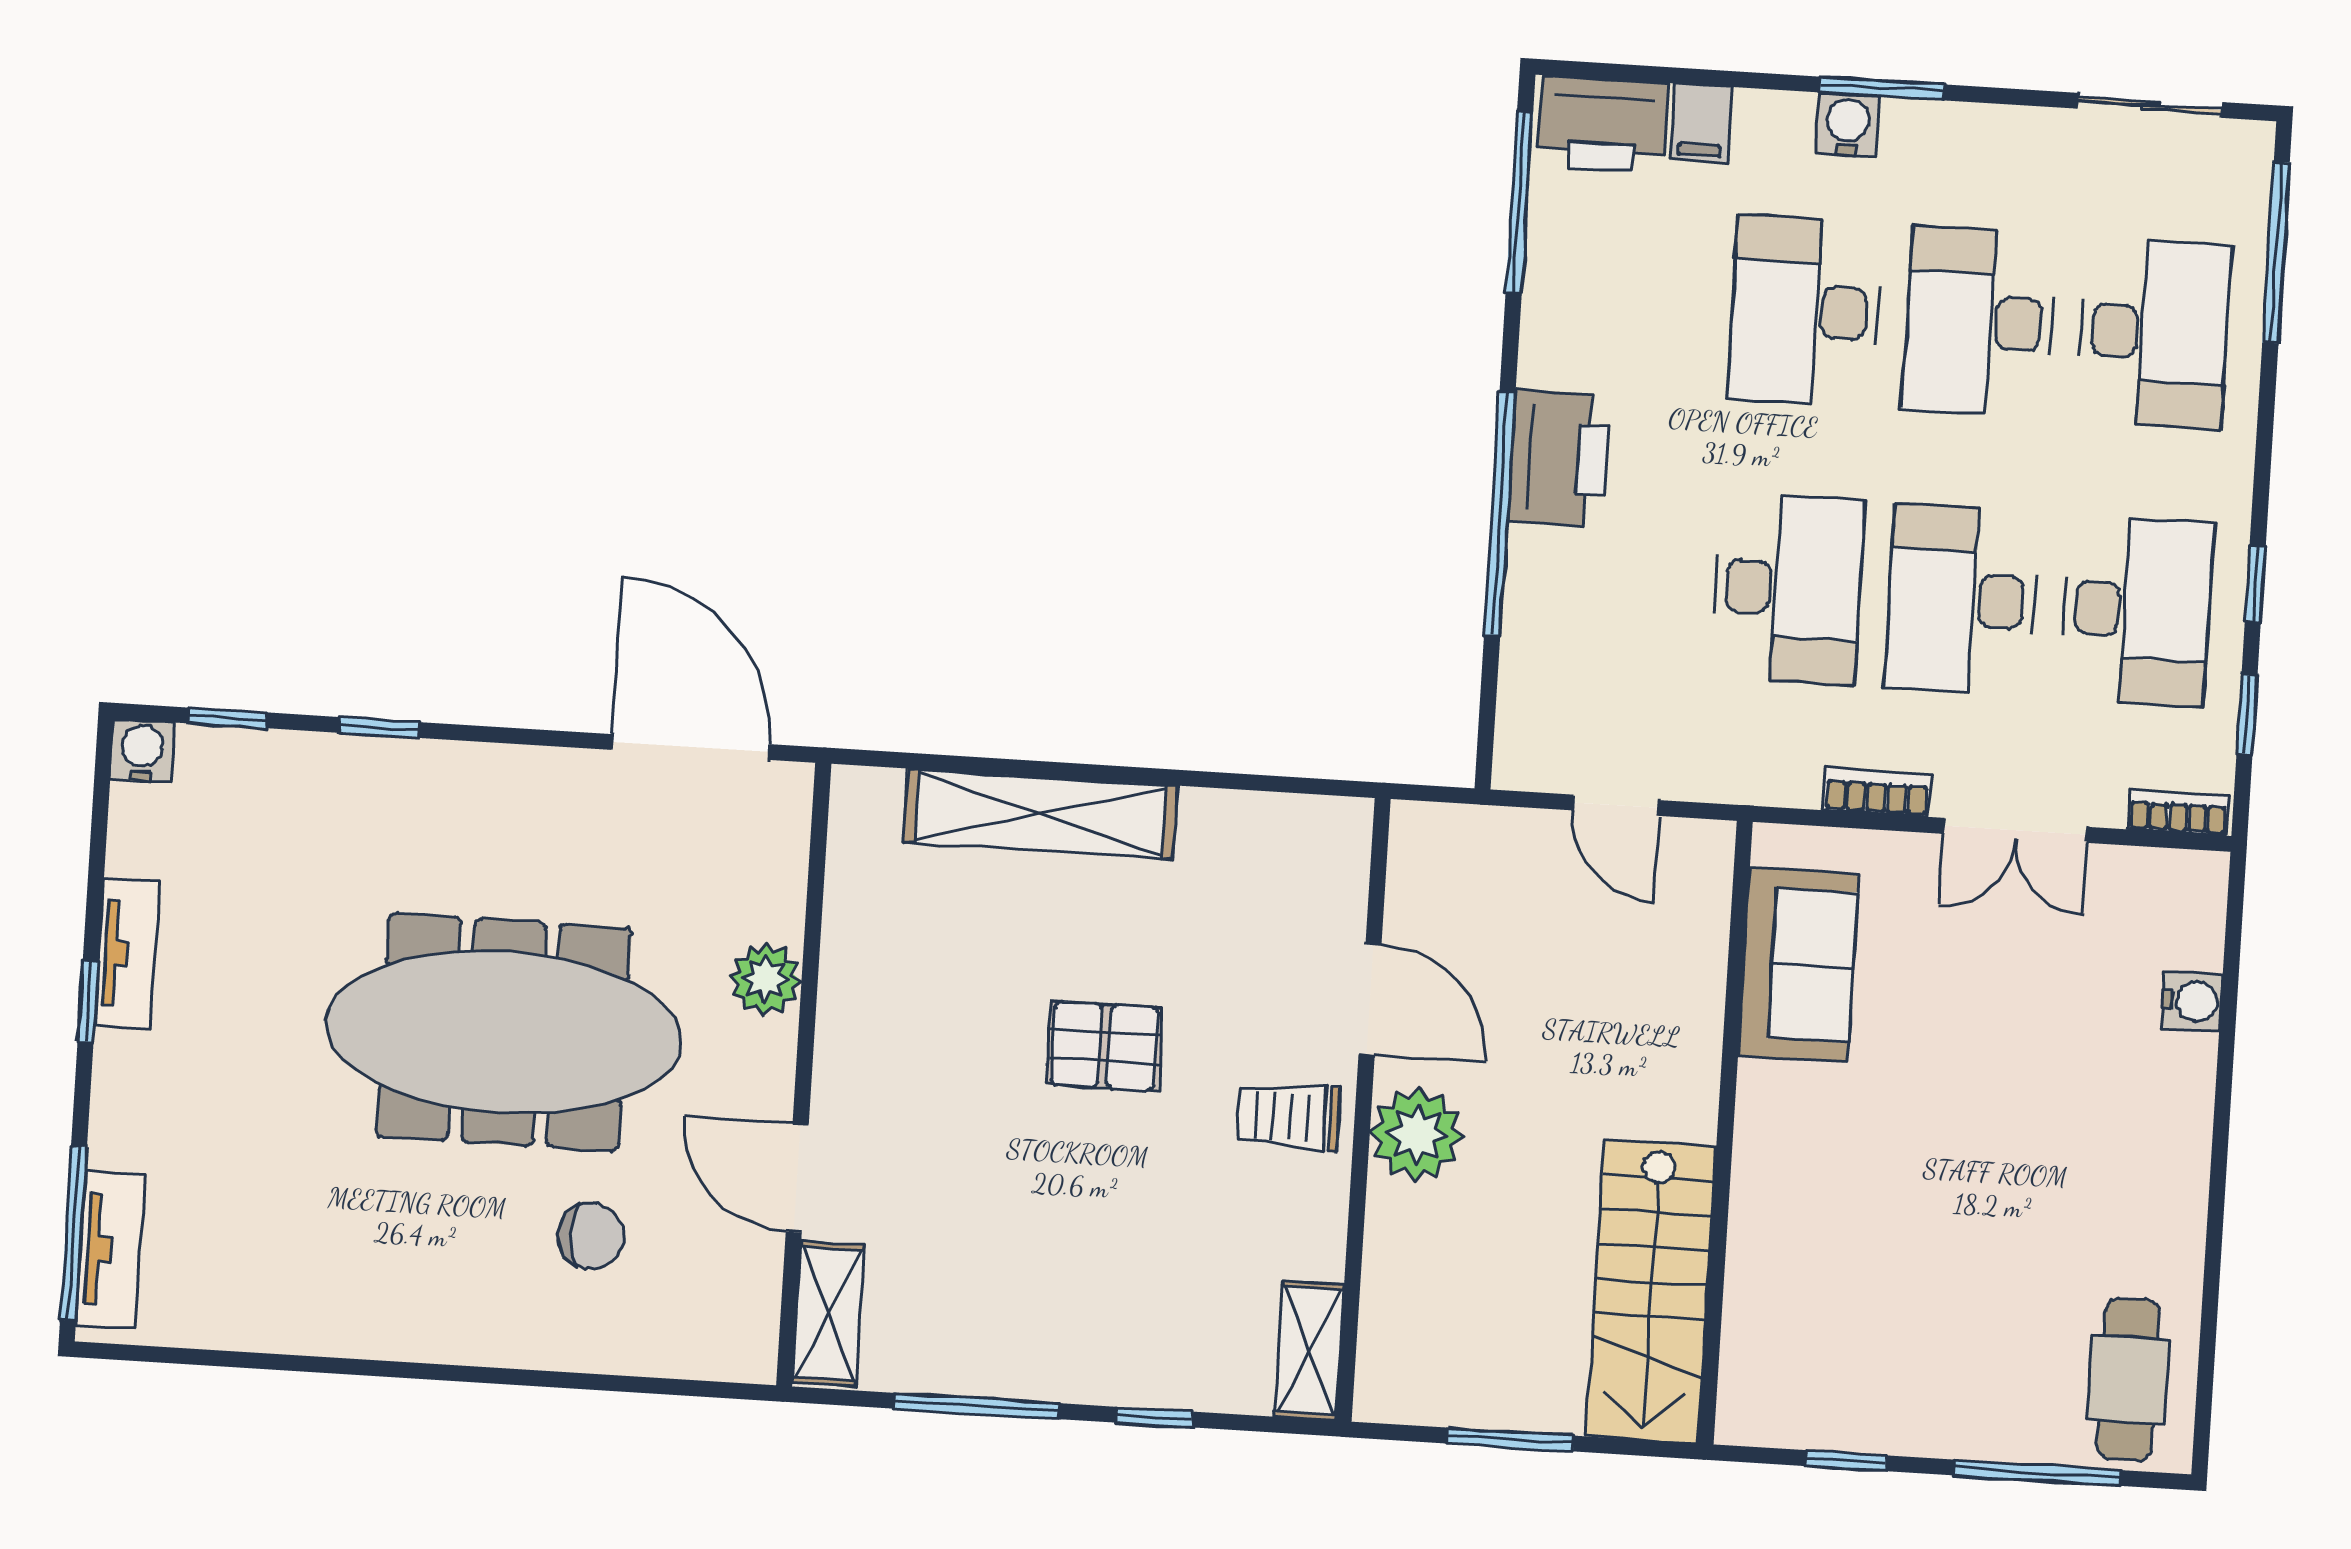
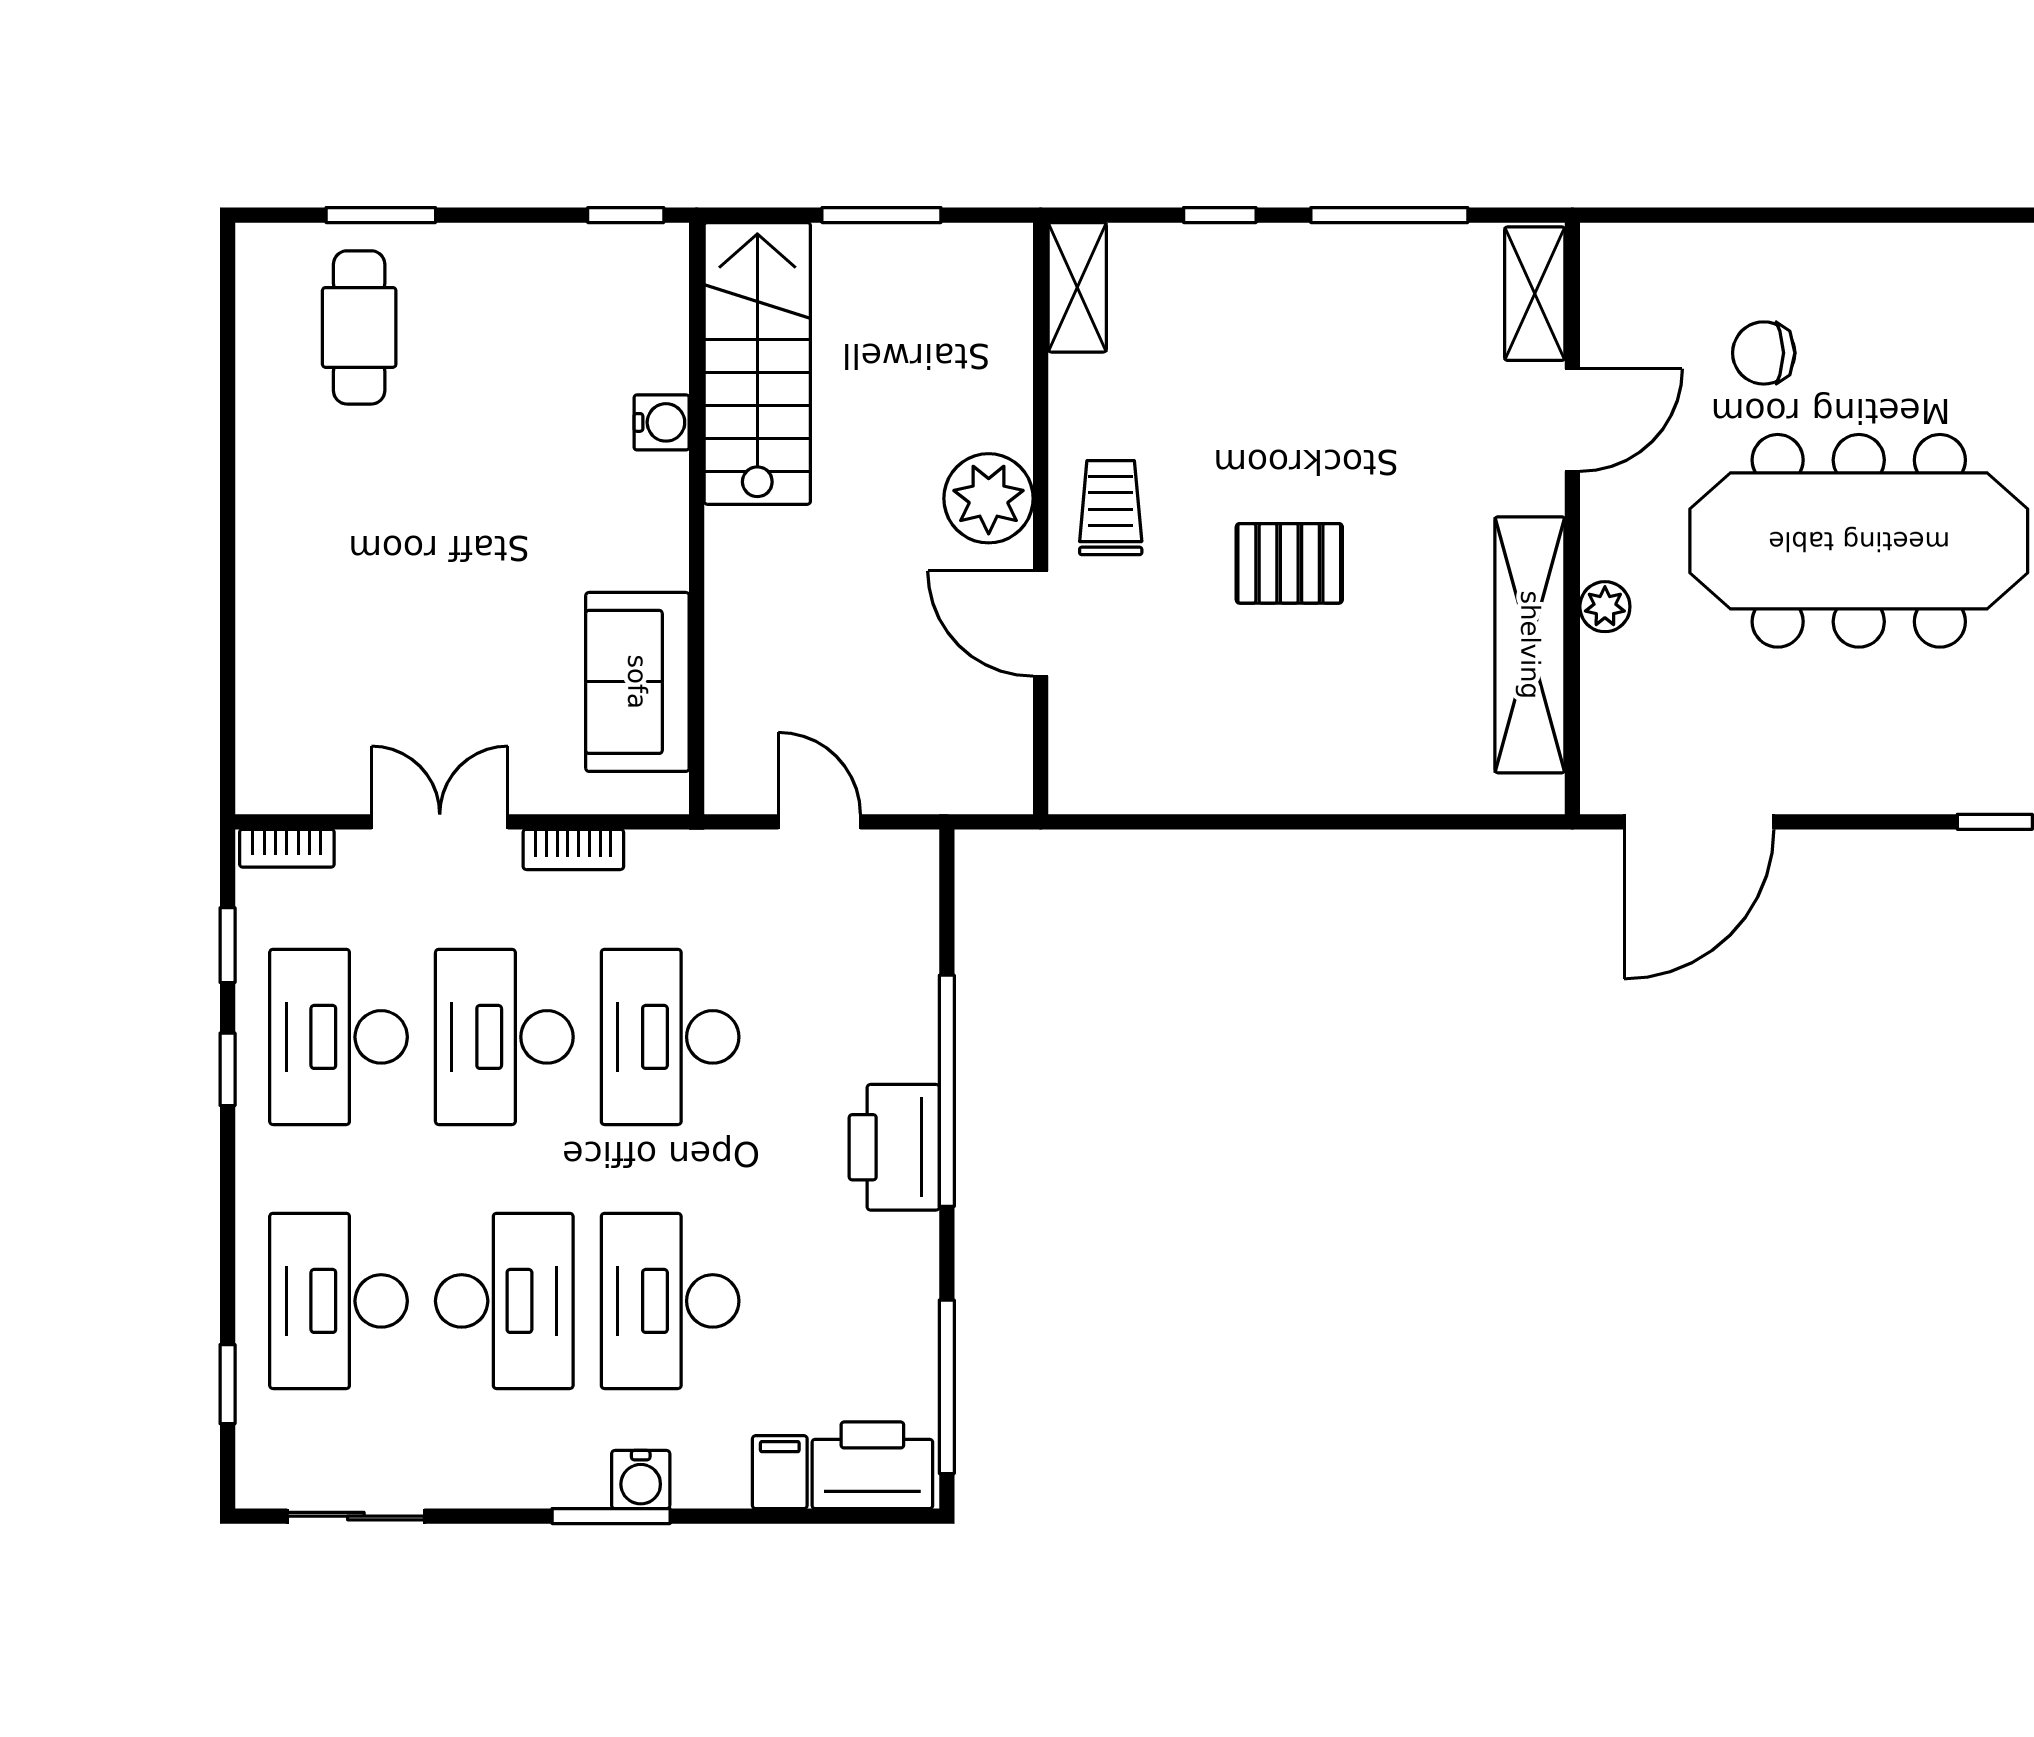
window: (2276, 253) -> (228, 1384), width x0.46
desk: (1805, 311) -> (670, 1301), turned 180
desk: (1962, 600) -> (504, 1037), turned 180
door: (690, 747) -> (1699, 822), hinge flipped
shelving: (1040, 814) -> (1530, 645), moved, turned 90
plant: (765, 979) -> (1605, 607), width x0.73, depth x0.73
water cooler: (2192, 1001) -> (662, 422), moved, turned 180
trolley: (1289, 1117) -> (1111, 508), turned -90
door: (797, 1178) -> (1572, 420), hinge flipped
cafe table: (2128, 1380) -> (359, 327), moved
window: (1846, 1461) -> (626, 215), moved
window: (2037, 1473) -> (381, 215), width x0.69

